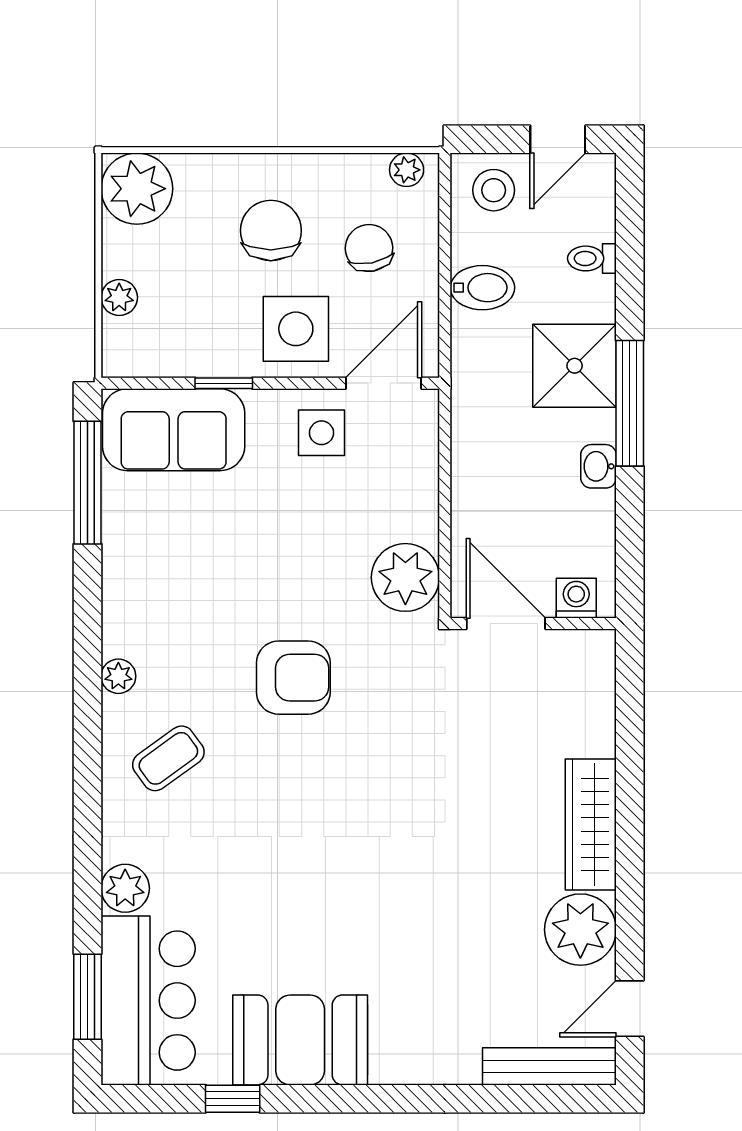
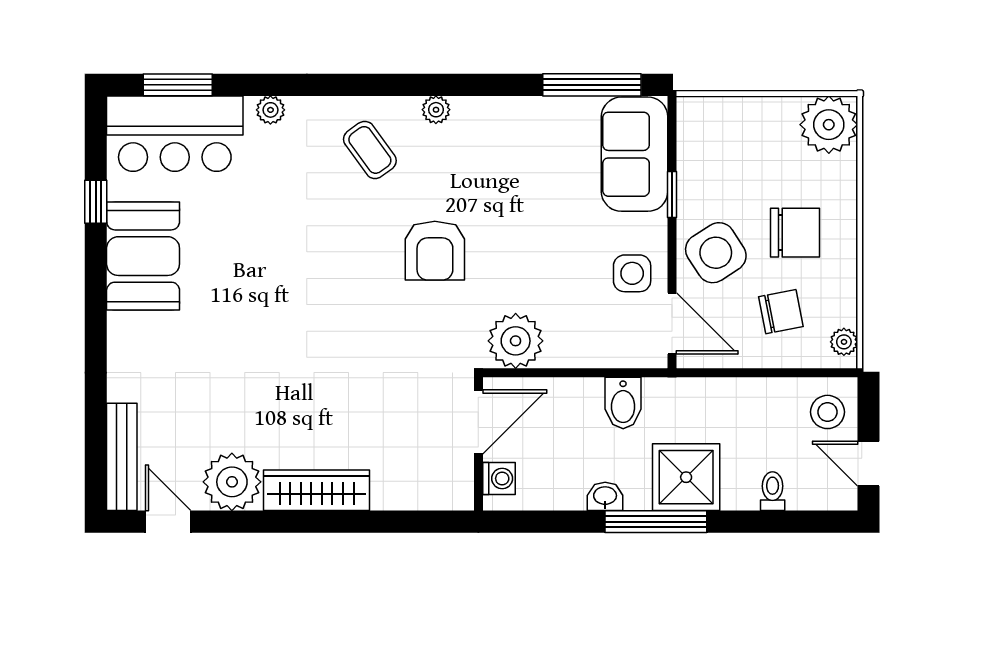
bidet: (482, 288) -> (623, 403), moved
plant: (119, 297) -> (741, 110), removed
side table: (296, 329) -> (716, 253), turned -33
plant: (125, 888) -> (270, 110), width x0.73, depth x0.73

